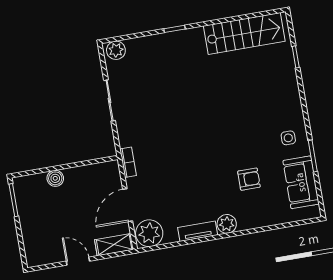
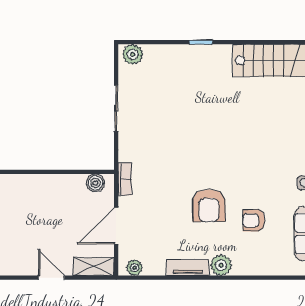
armchair: (207, 173) -> (209, 206), added
boiler: (55, 178) -> (95, 183), moved
armchair: (249, 179) -> (254, 220), turned 180
plant: (149, 233) -> (135, 268), width x0.53, depth x0.53

